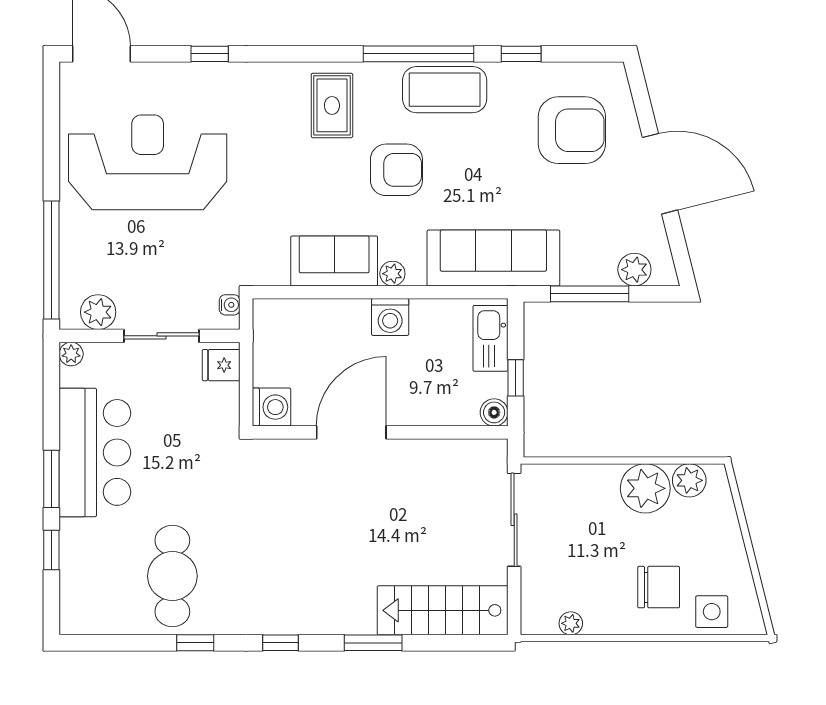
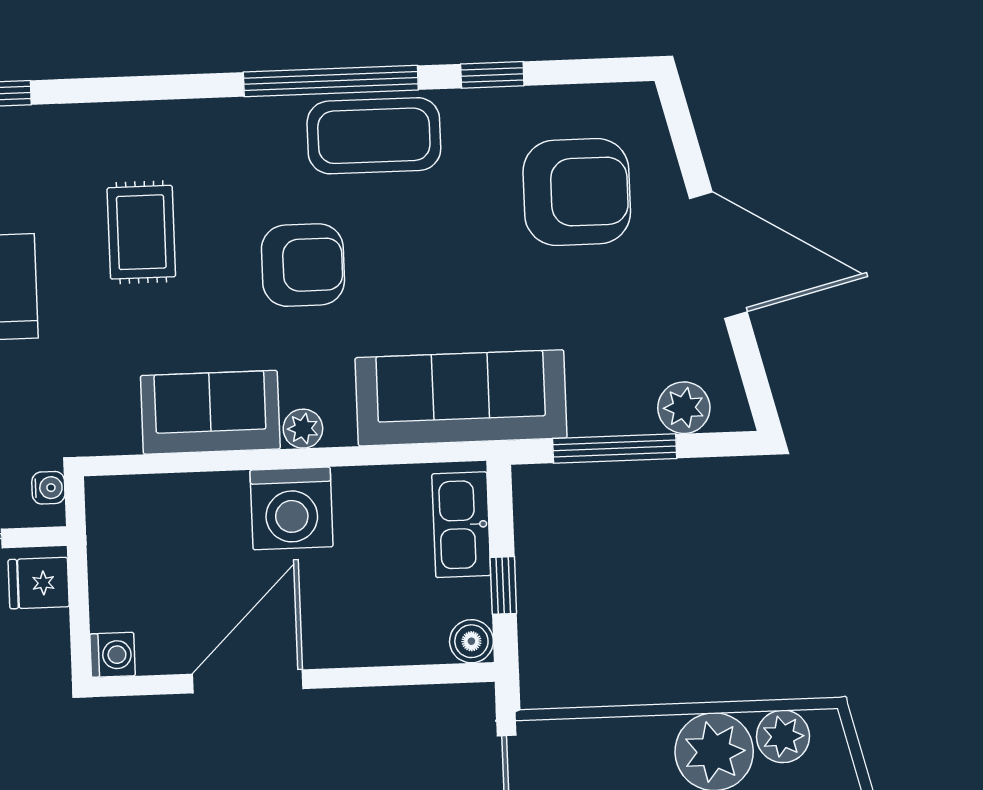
rug: (332, 105) -> (141, 232), moved
washing machine: (390, 317) -> (292, 508), width x1.37, depth x1.37
washing machine: (272, 407) -> (113, 655), width x0.73, depth x0.73

